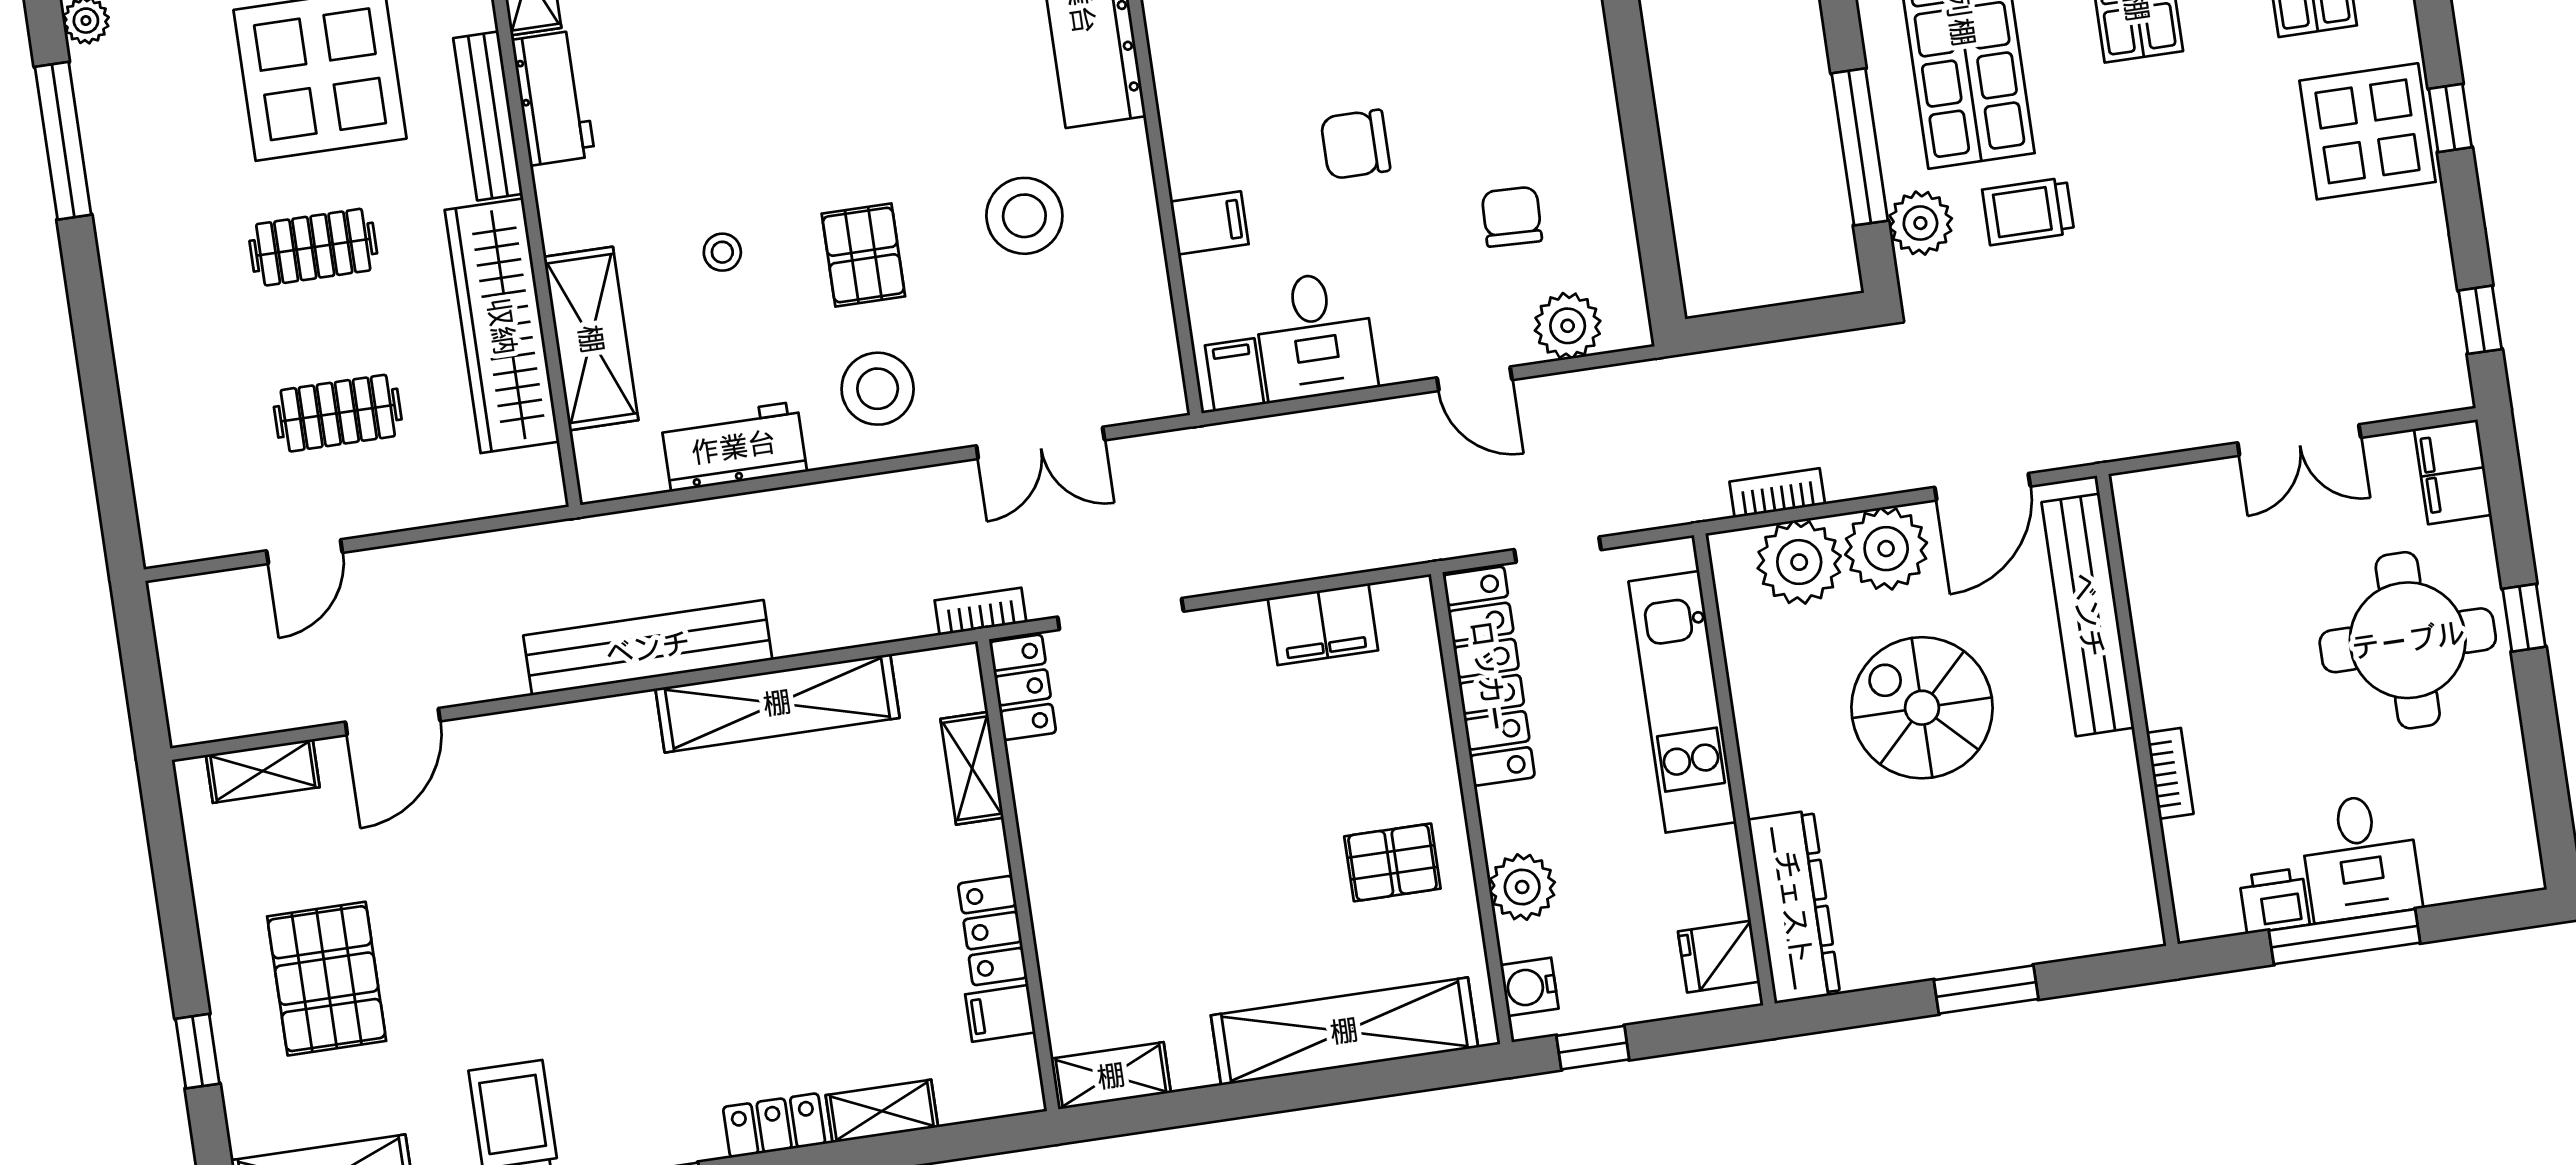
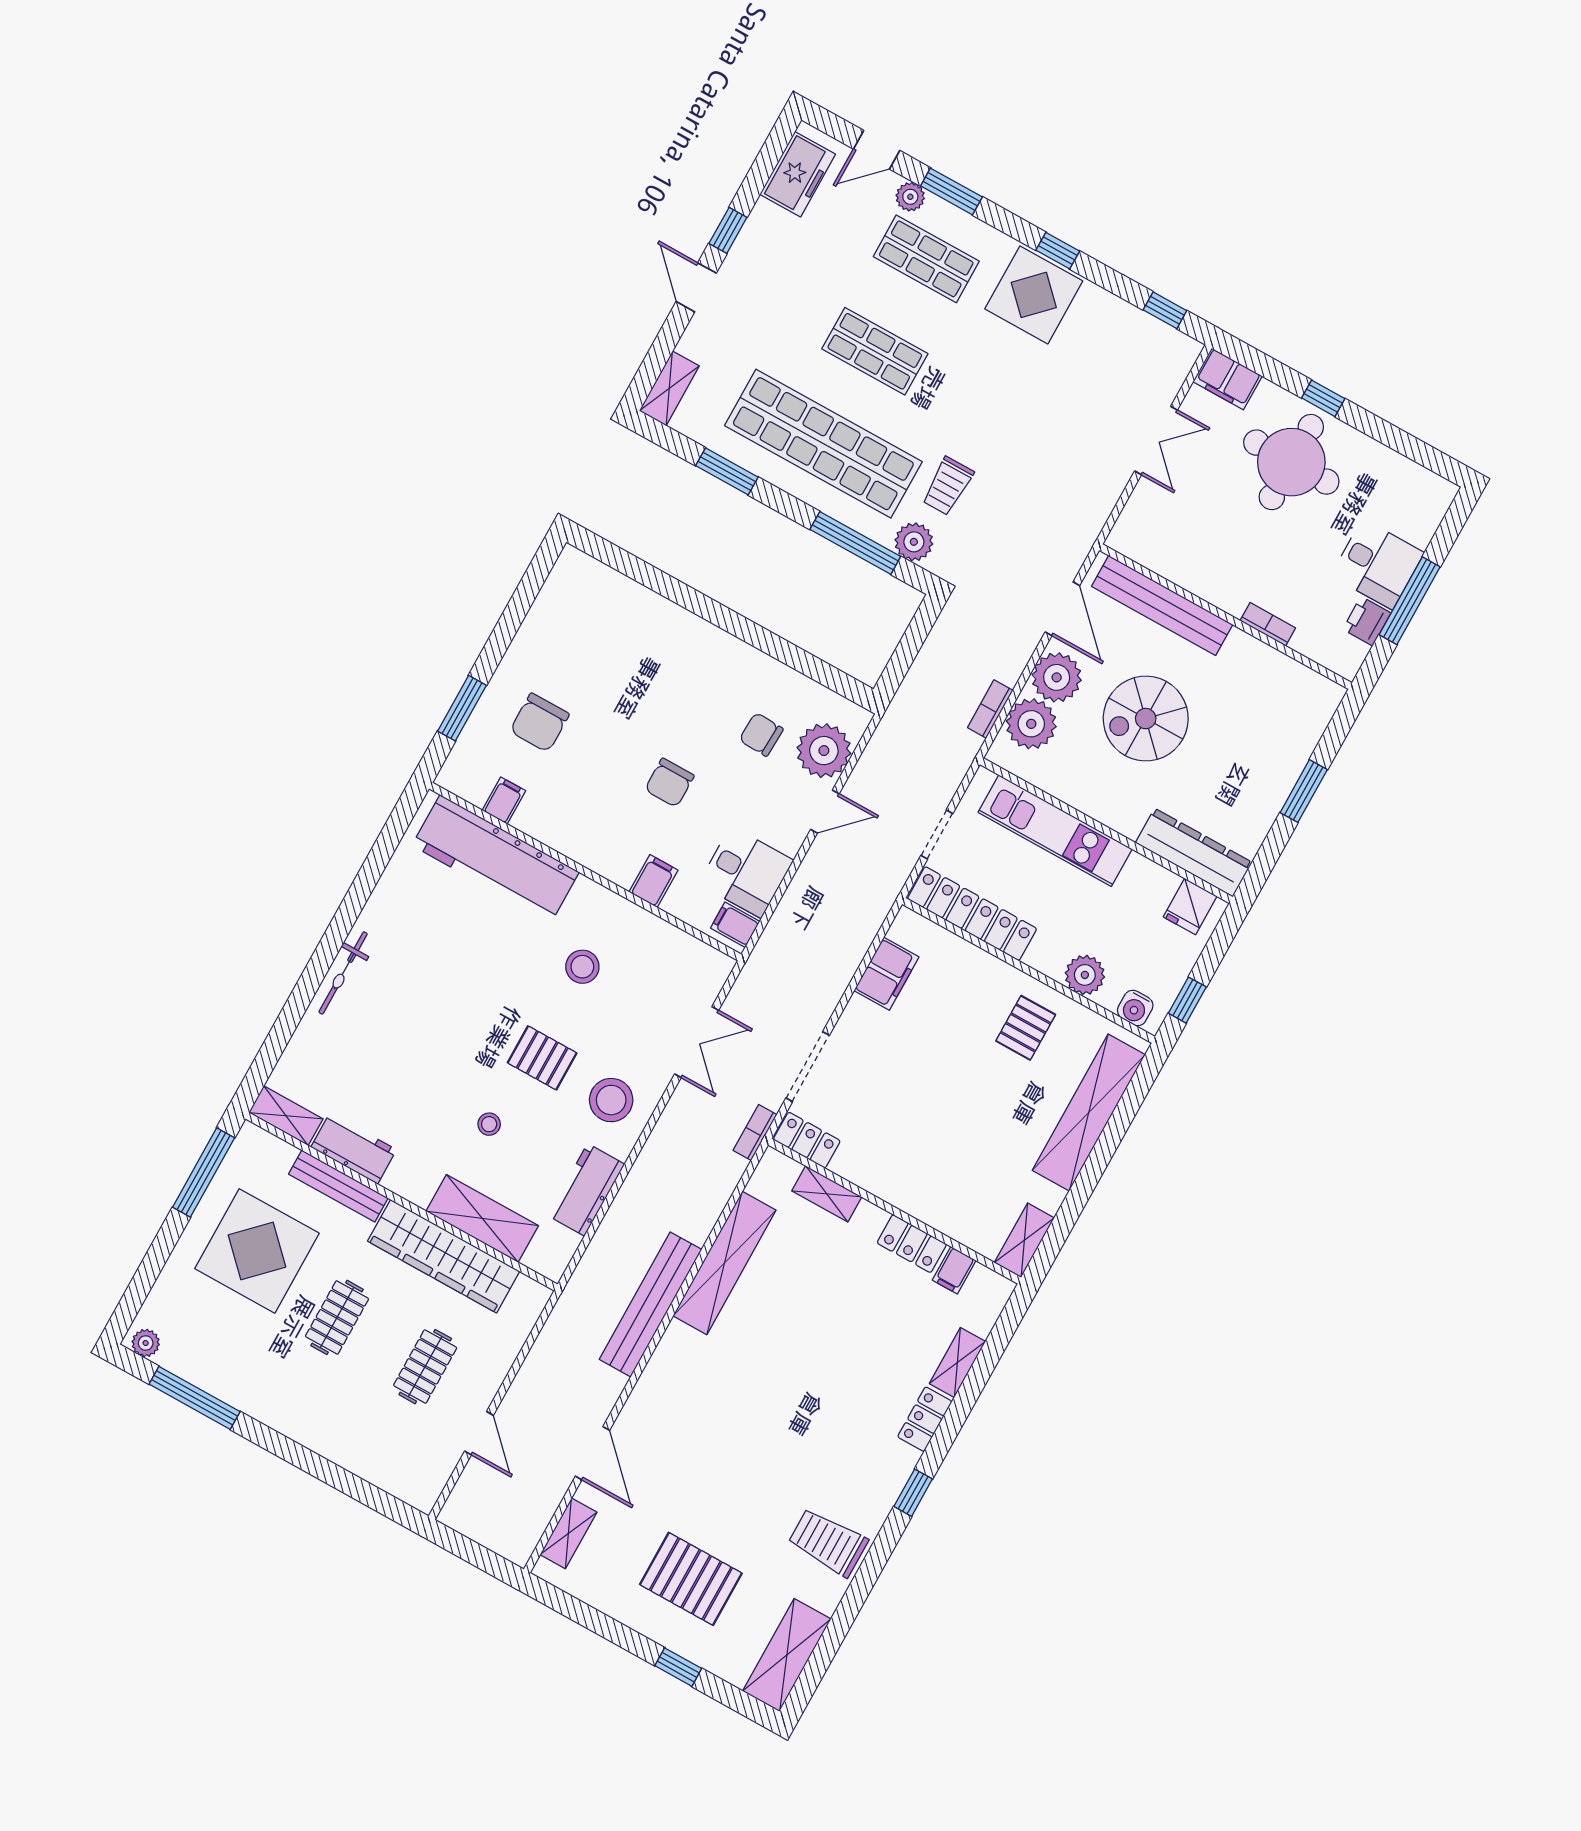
stool: (1024, 216) -> (582, 967), width x0.73, depth x0.73
plant: (1568, 326) -> (824, 751), width x1.36, depth x1.36

